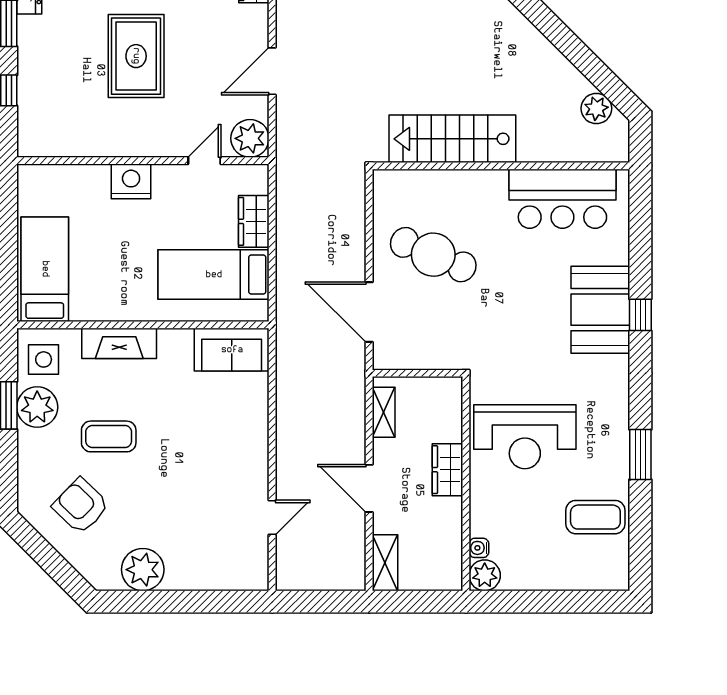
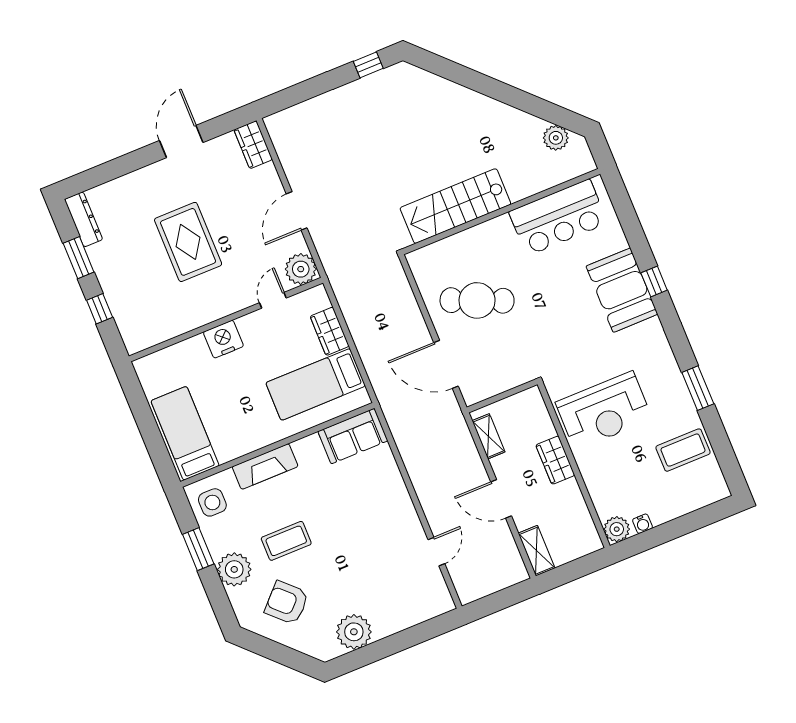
plant: (37, 407) -> (234, 569), moved
water cooler: (479, 548) -> (642, 524), moved, turned -90

